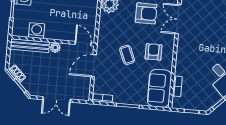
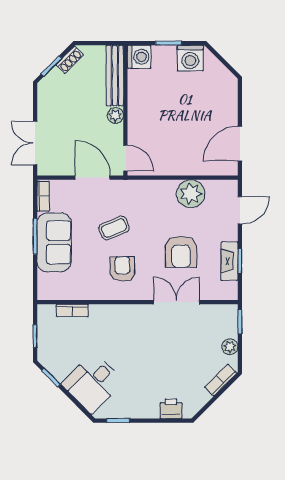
washing machine: (37, 31) -> (139, 57), moved
door: (83, 44) -> (125, 158), hinge flipped
armchair: (154, 52) -> (122, 269), turned -90
sofa: (160, 88) -> (54, 242), moved, turned 90
double door: (57, 99) -> (35, 143), moved

